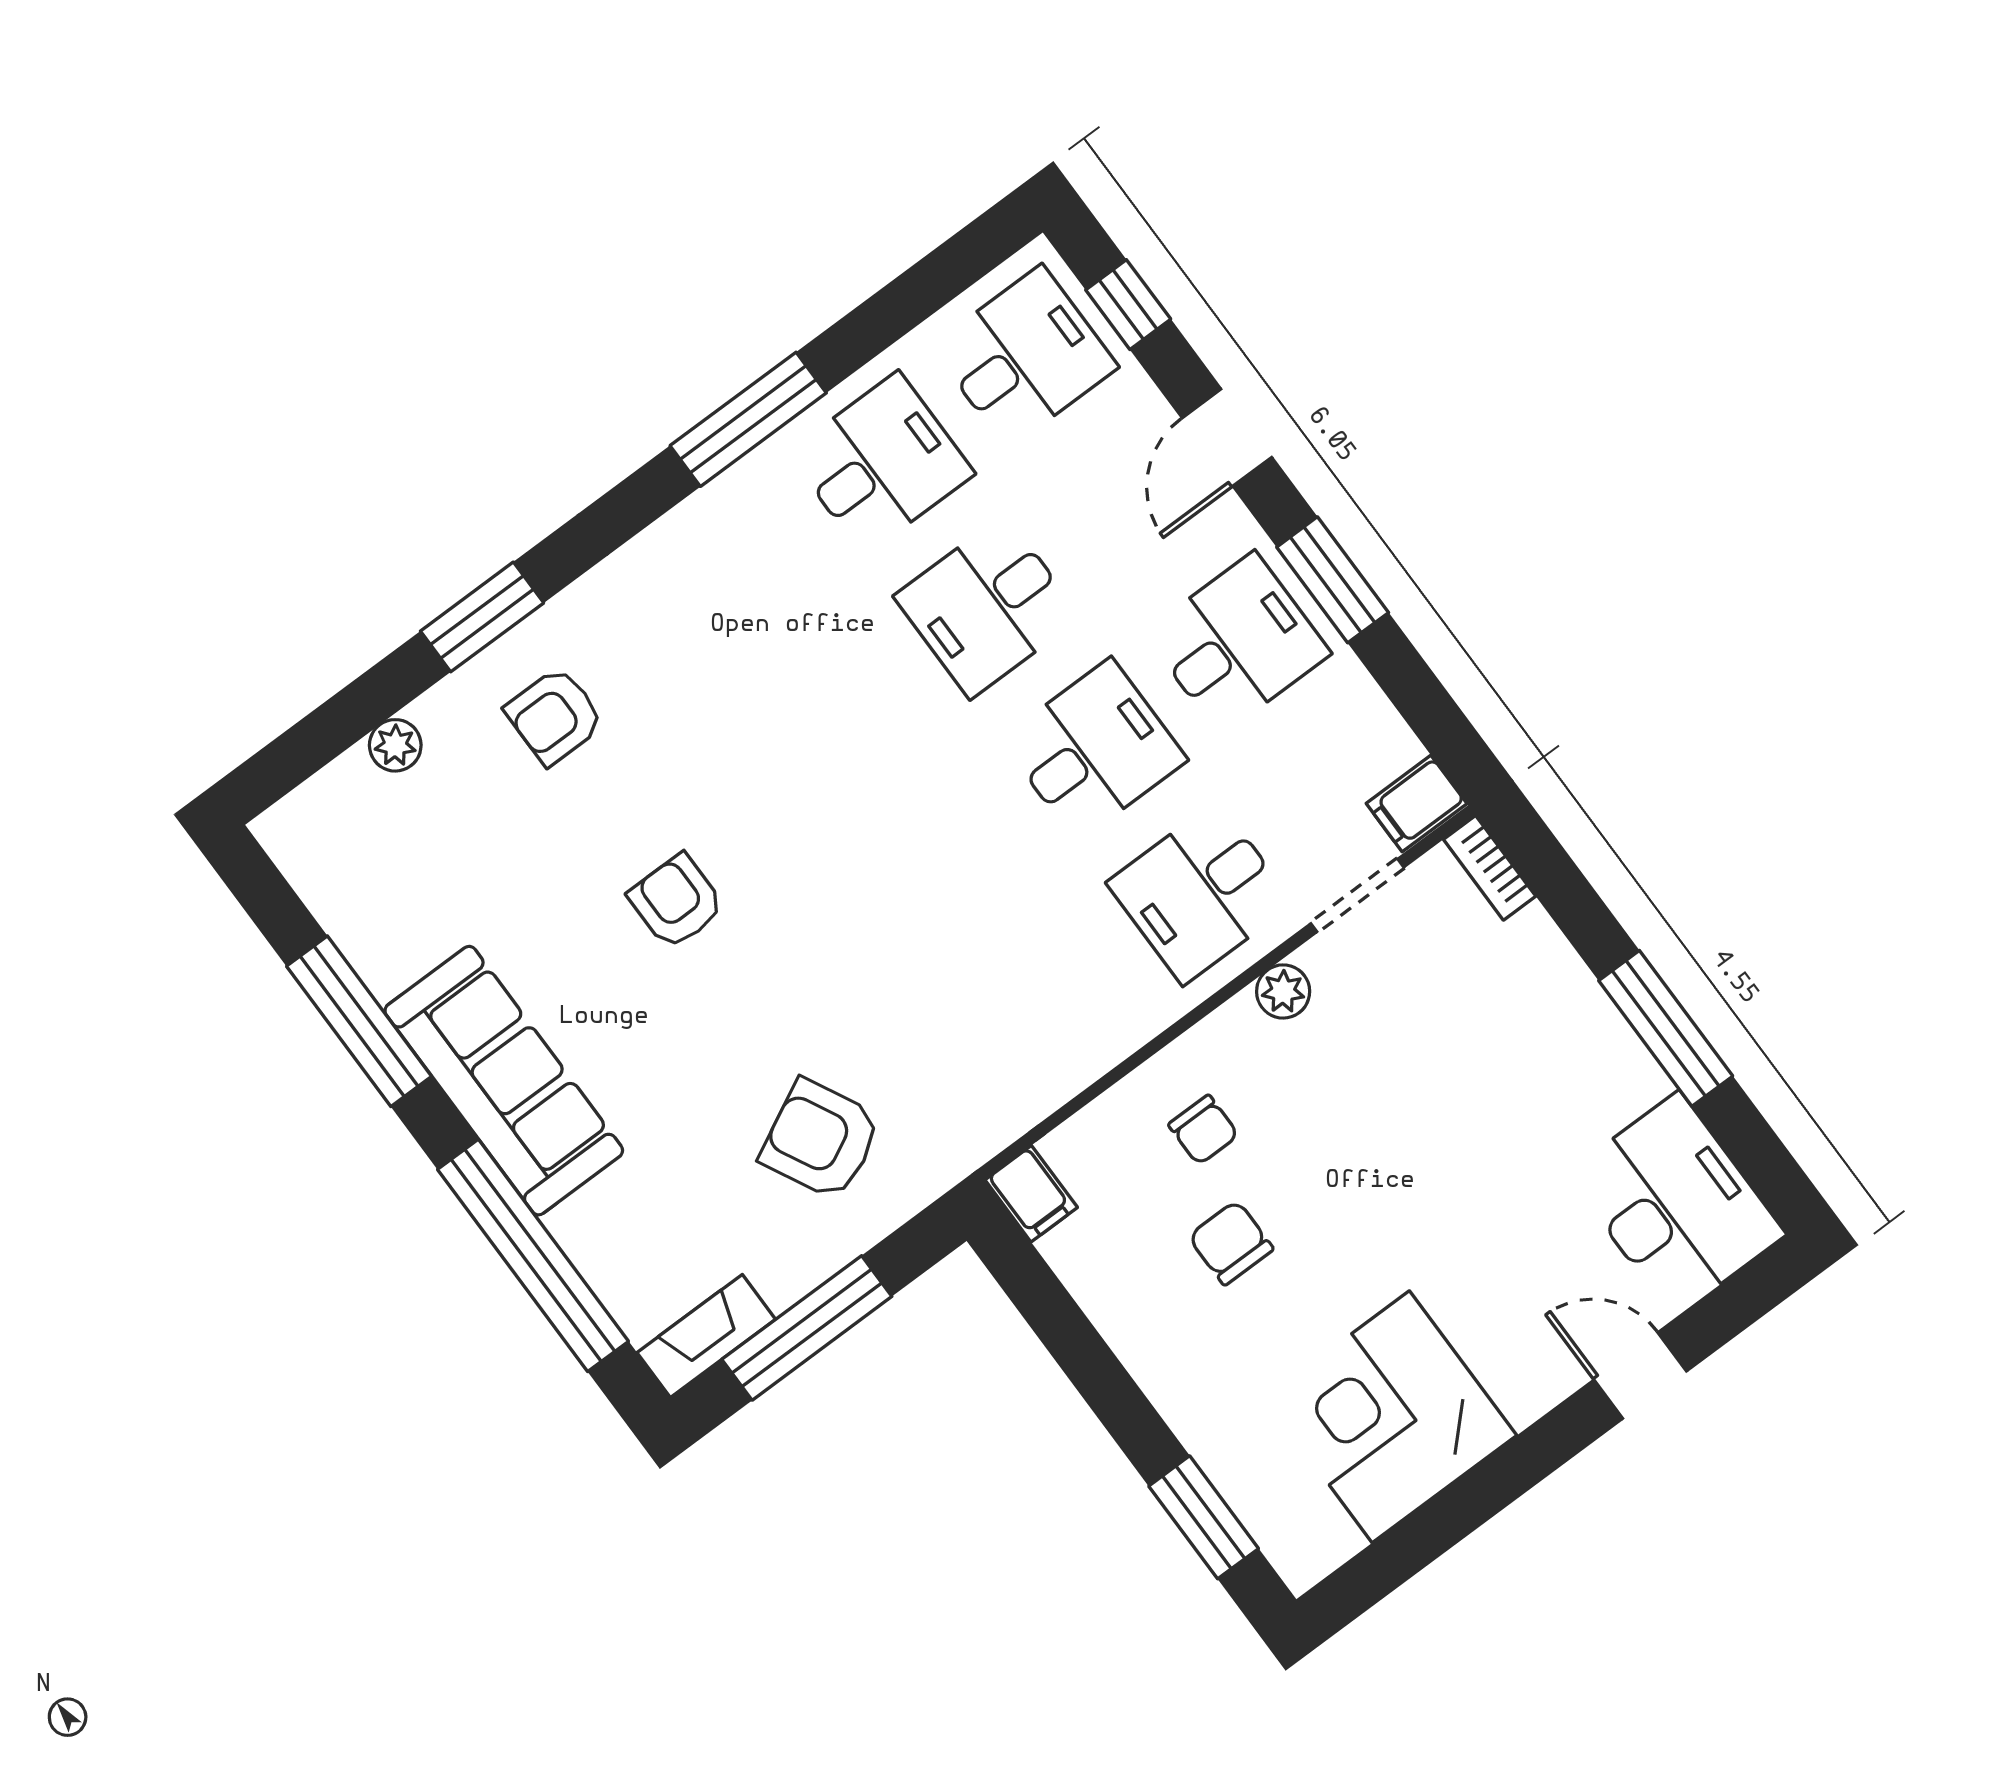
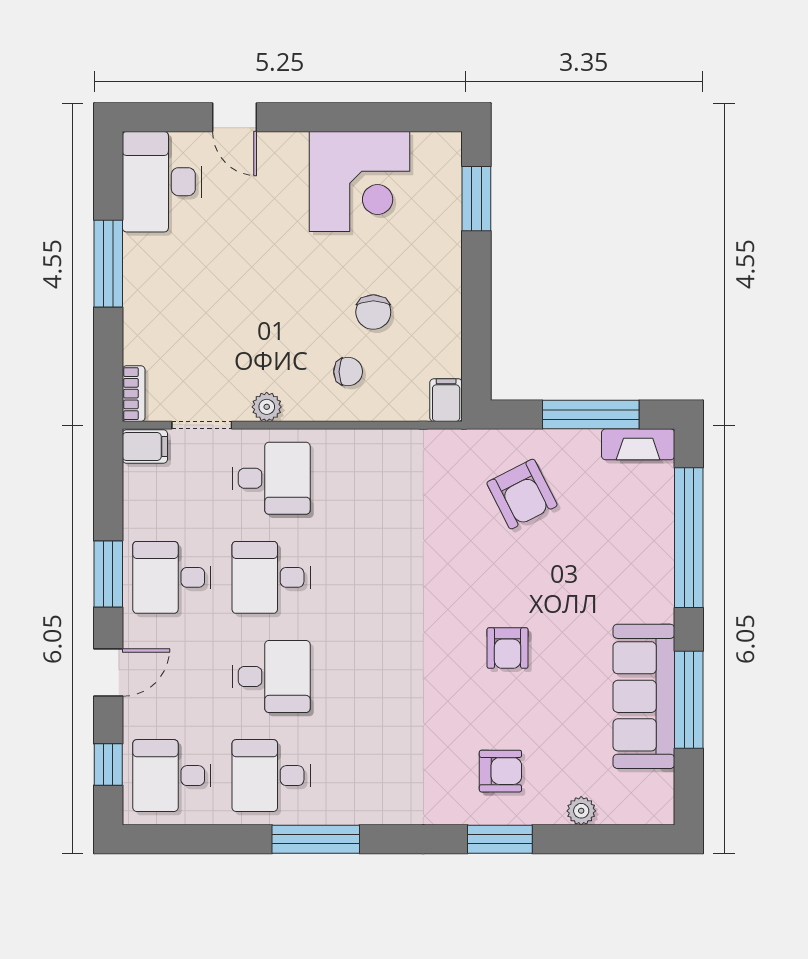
sofa: (504, 1081) -> (644, 696), moved
chair: (1203, 1130) -> (348, 372), turned 90

